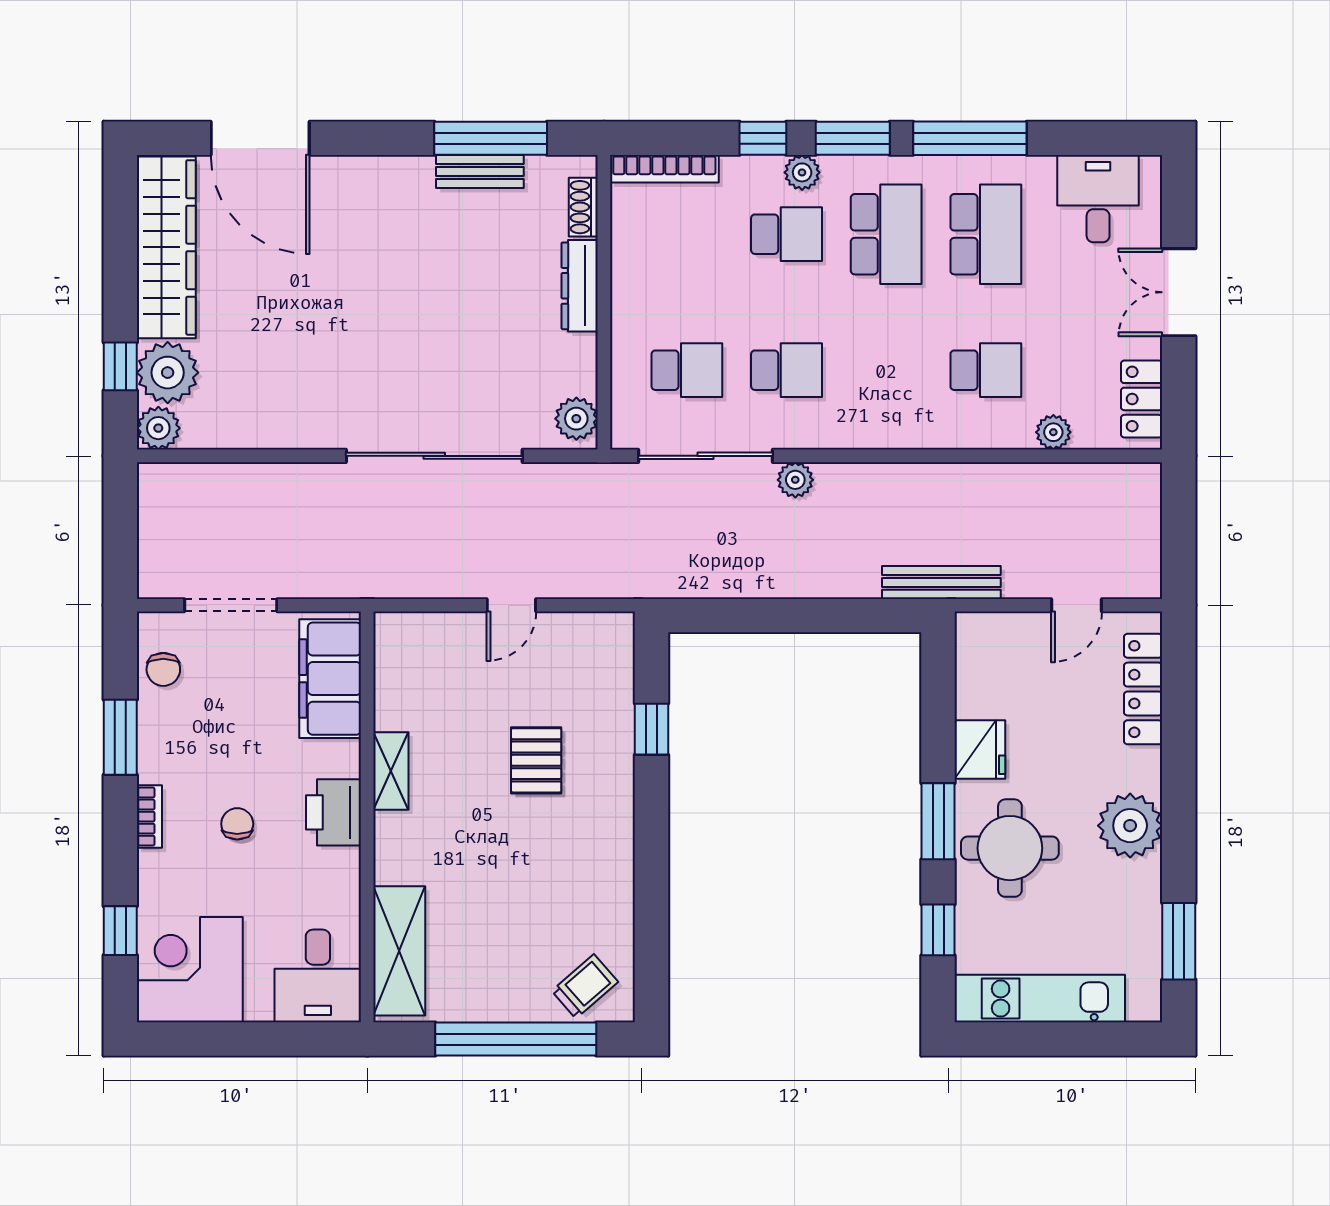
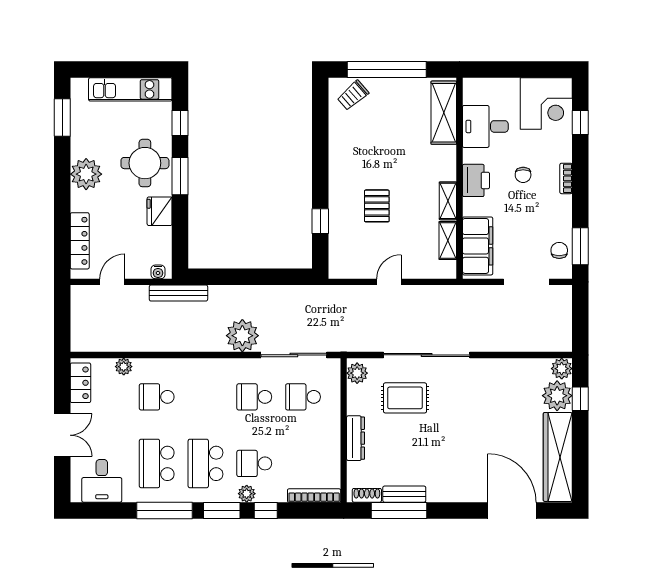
shoe rack: (583, 207) -> (367, 495), moved, turned -90
rug: (478, 368) -> (405, 398), added
plant: (795, 480) -> (242, 336), width x1.87, depth x1.87
water cooler: (983, 626) -> (158, 272), added
shelving: (391, 690) -> (448, 241), added
window: (120, 737) -> (580, 246), moved
desk: (318, 976) -> (485, 126), moved, turned -90

